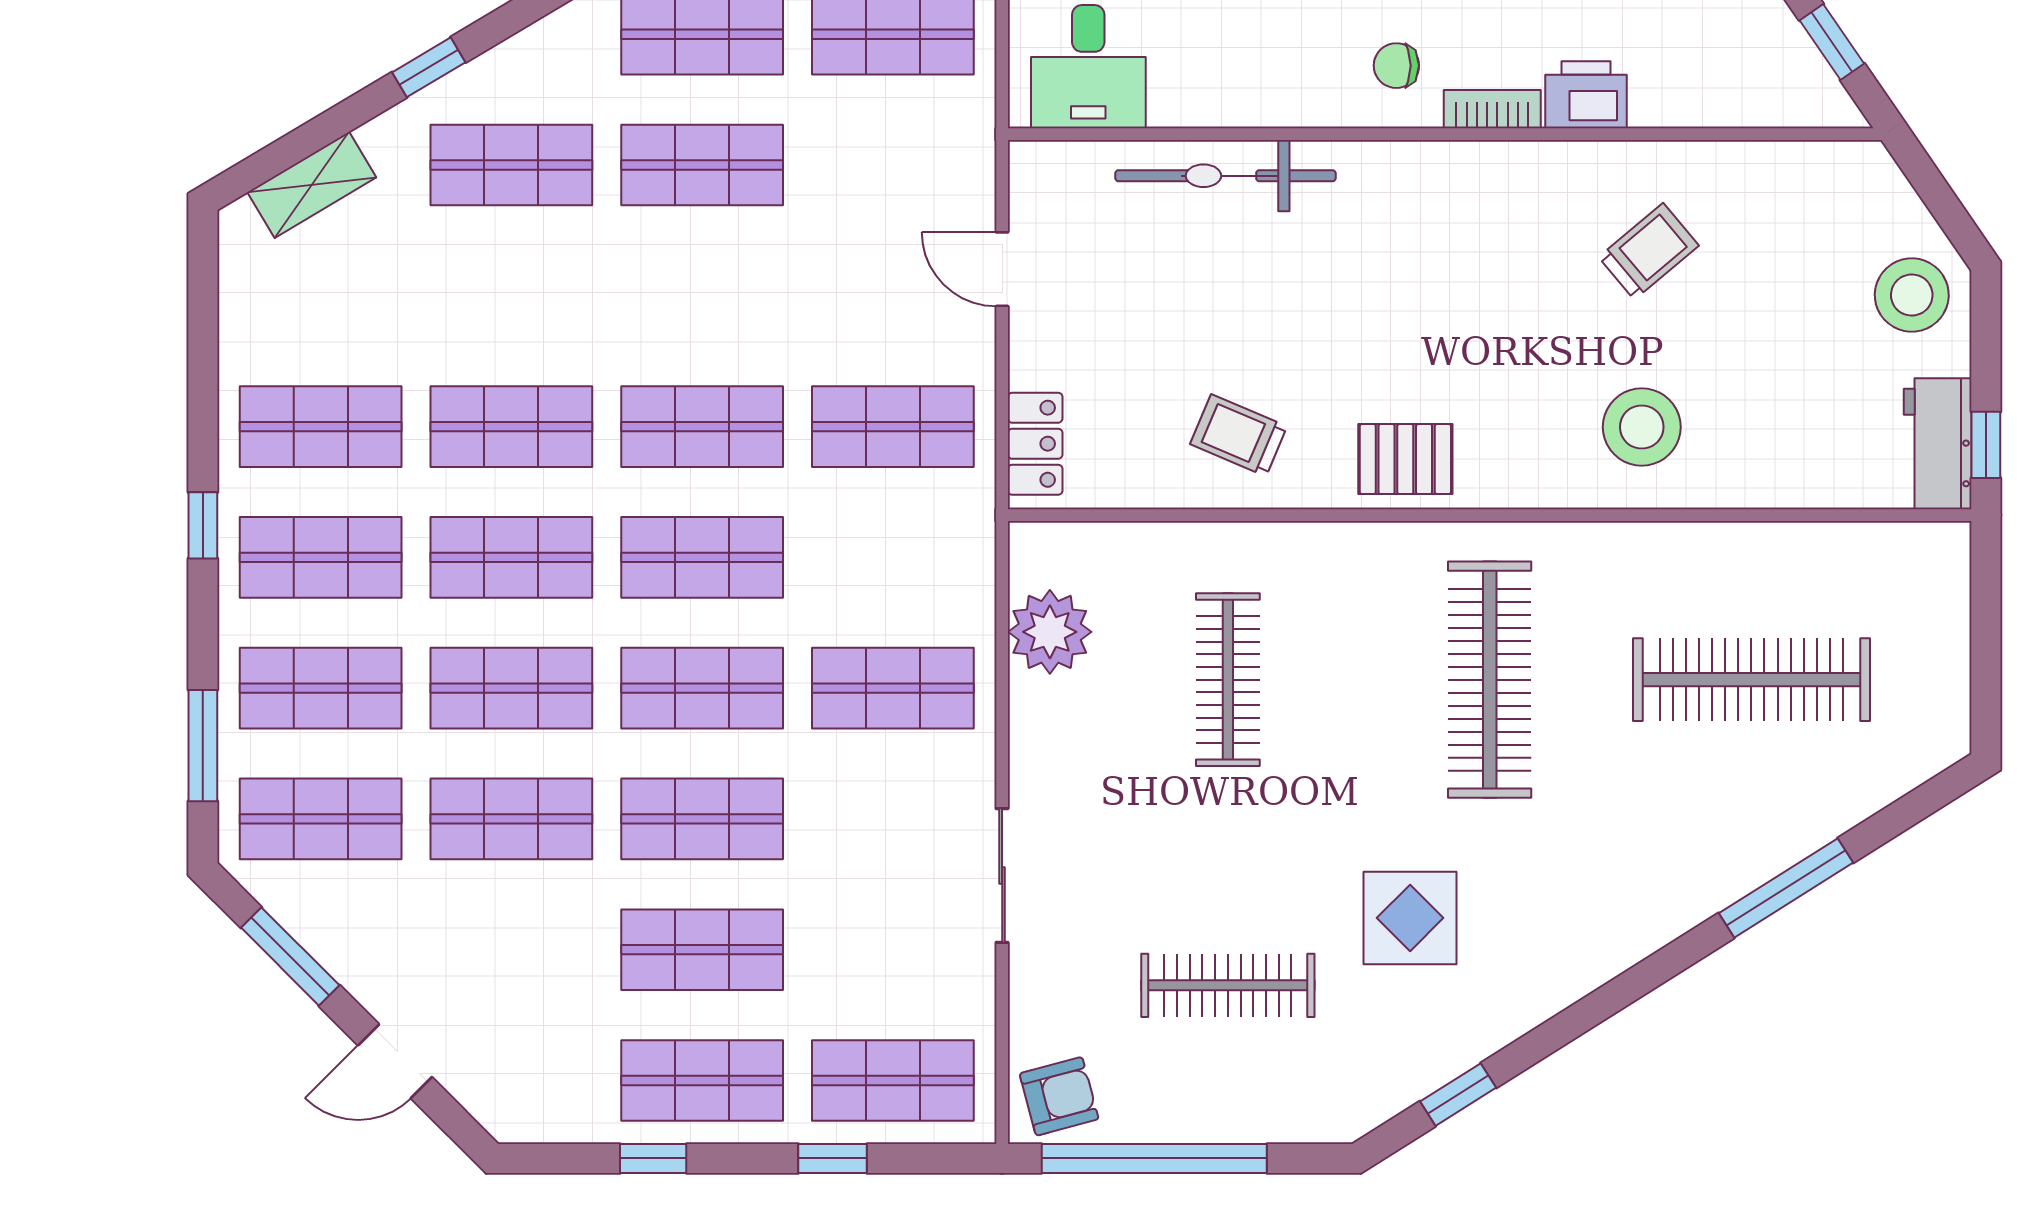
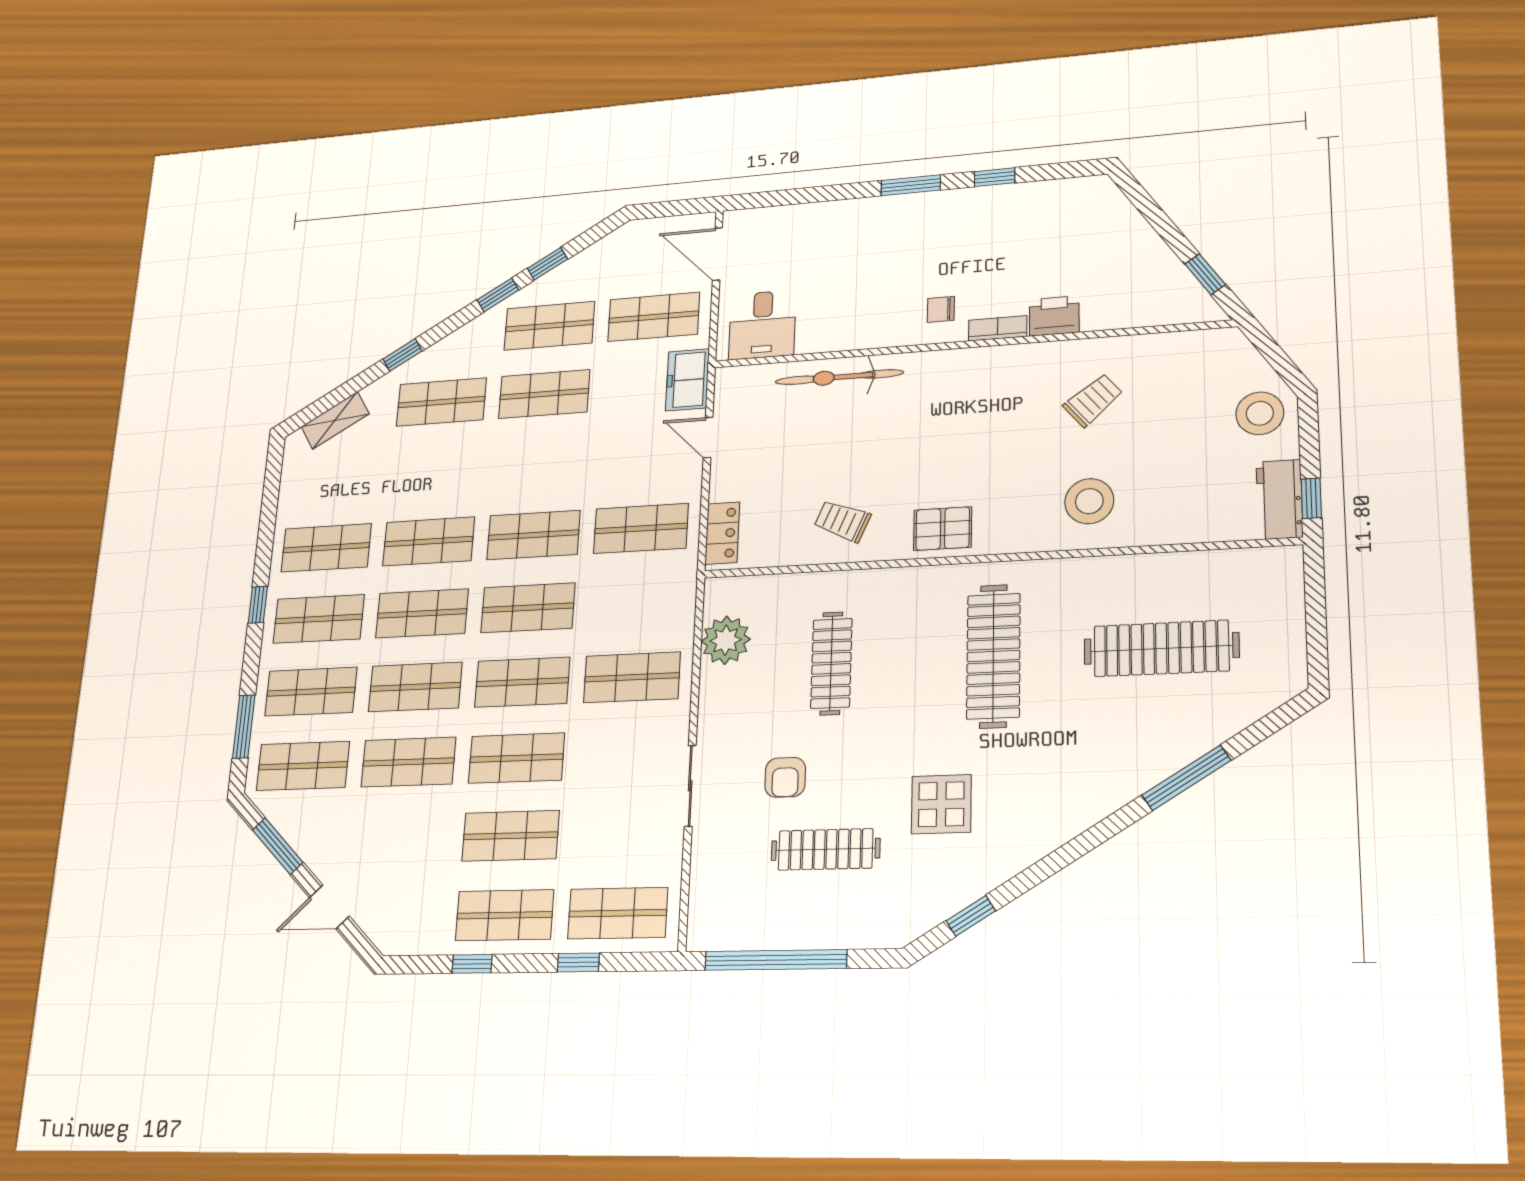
freezer: (960, 159) -> (687, 380), added
armchair: (1059, 1096) -> (785, 777), moved, turned 105

